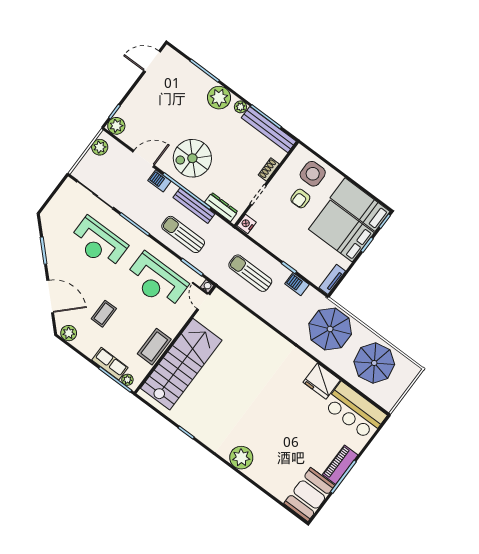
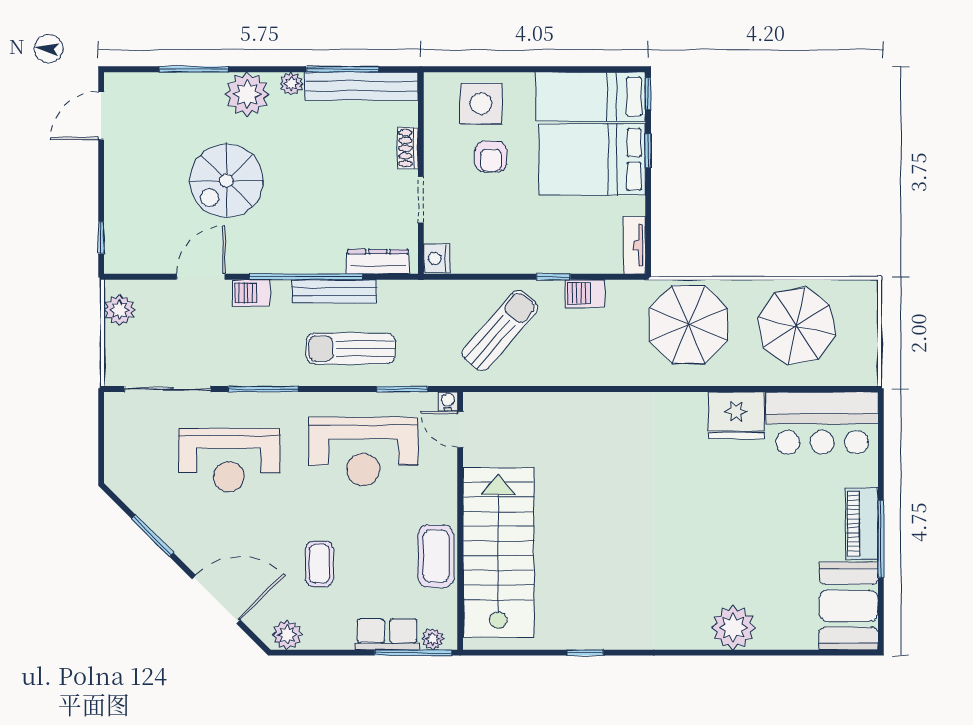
plant: (116, 126) -> (120, 257), removed
spiral stairs: (192, 158) -> (226, 181), moved
sun lounger: (250, 273) -> (500, 331), turned 131
plant: (241, 458) -> (733, 628), moved

